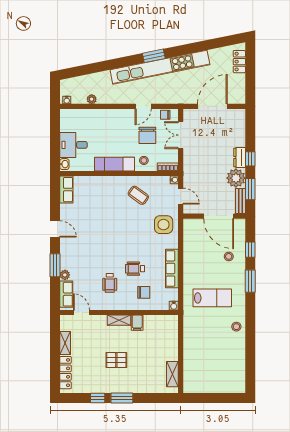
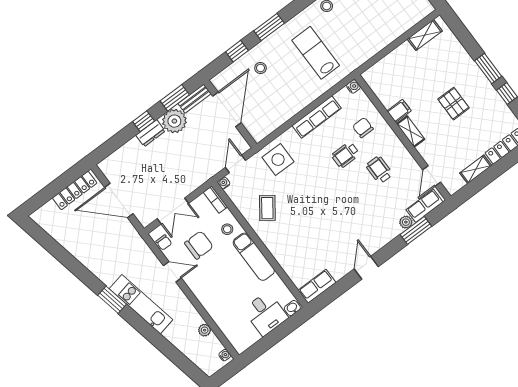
locker: (239, 62) -> (75, 190), moved, width x1.53
kitchen unit: (160, 67) -> (141, 304), width x0.54
window: (55, 265) -> (416, 230), moved
wheelchair: (135, 269) -> (345, 155), turned 90
wheelchair: (110, 283) -> (379, 170), turned -90

